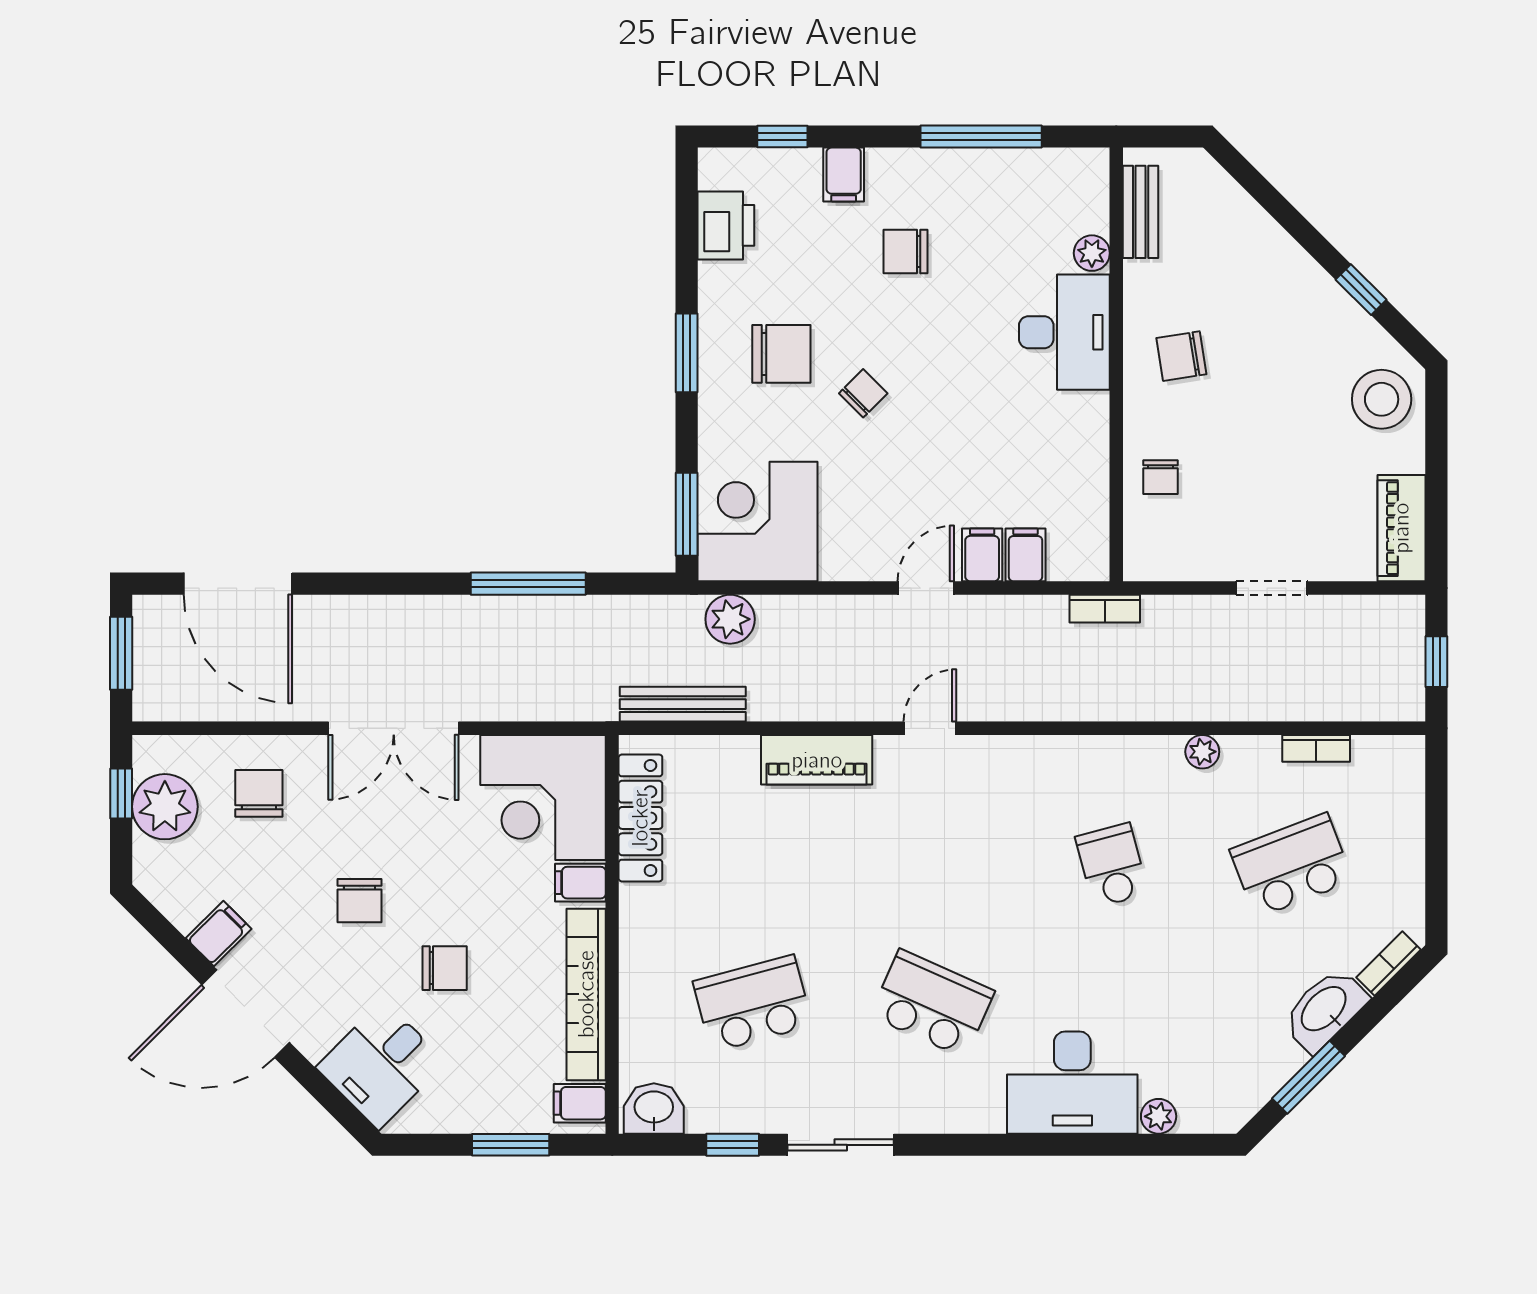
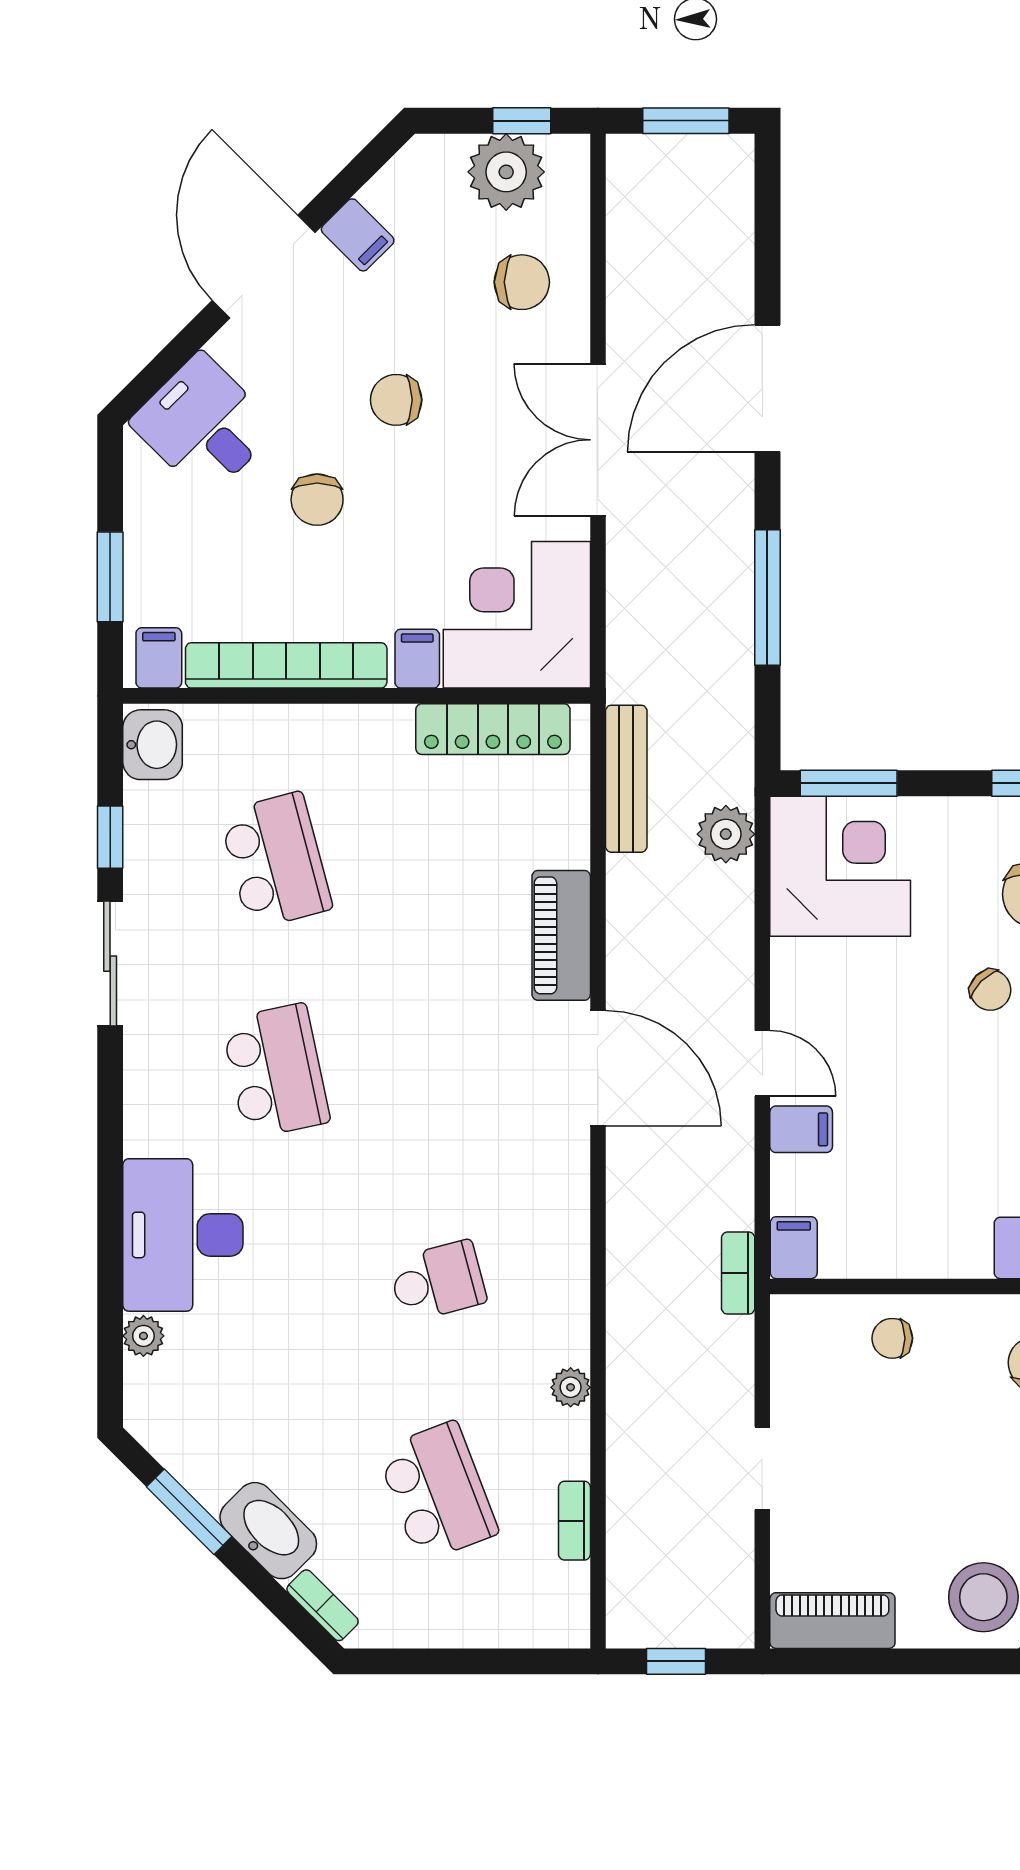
filing cabinet: (1025, 555) -> (794, 1248), moved, turned -90
door: (238, 584) -> (767, 388), moved
door: (930, 728) -> (598, 1068), width x1.87
school desk: (932, 1003) -> (276, 1071), turned -36

